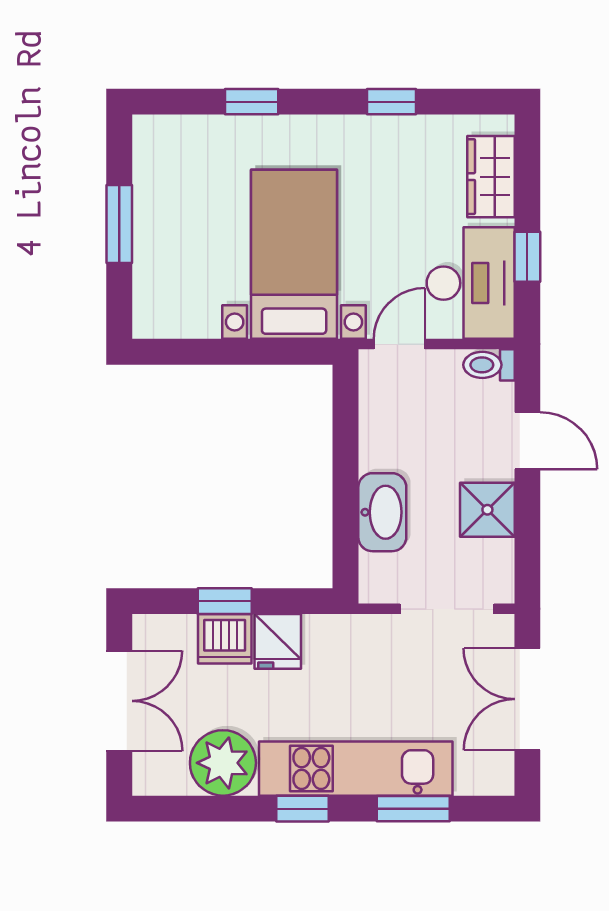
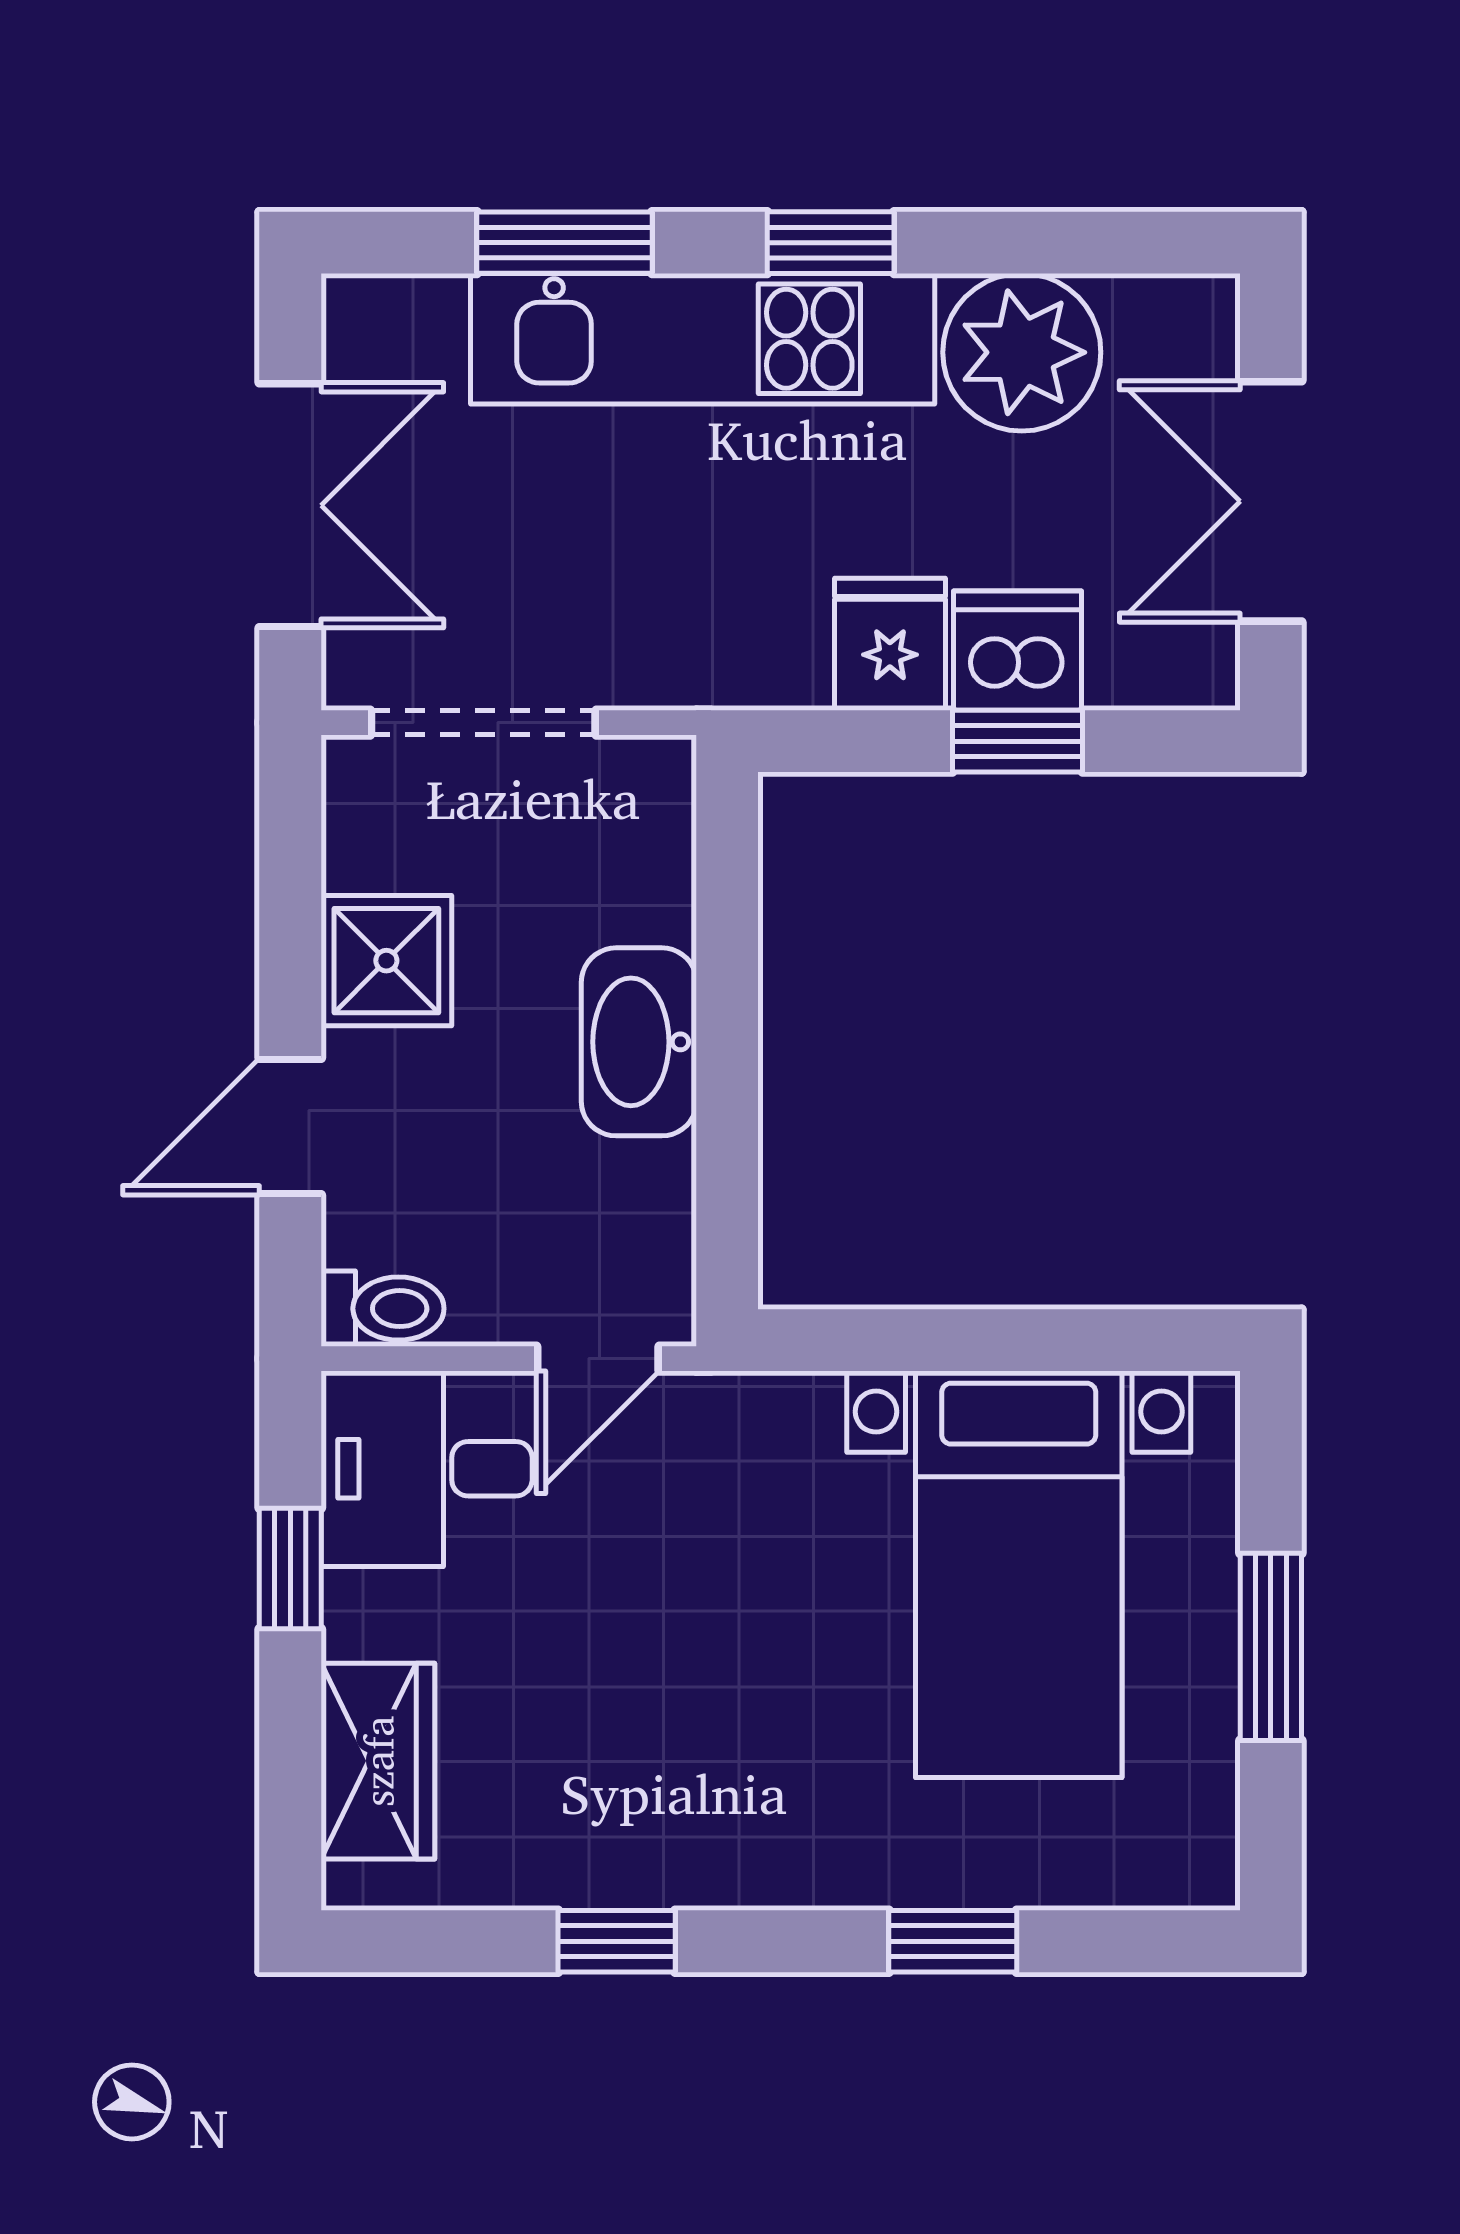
bed with nightstands: (294, 254) -> (1019, 1574), moved
desk: (471, 283) -> (427, 1469), width x0.73
door: (527, 441) -> (290, 1126), hinge flipped
washbasin: (382, 512) -> (639, 1042), moved

